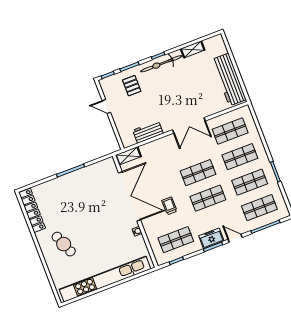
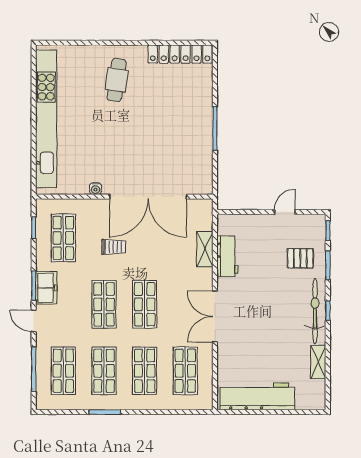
shelving: (128, 156) -> (205, 249), moved
door: (235, 238) -> (34, 321), swing flipped
cafe table: (64, 244) -> (117, 80), turned -60

